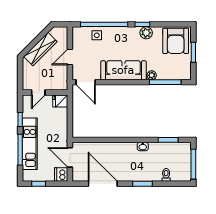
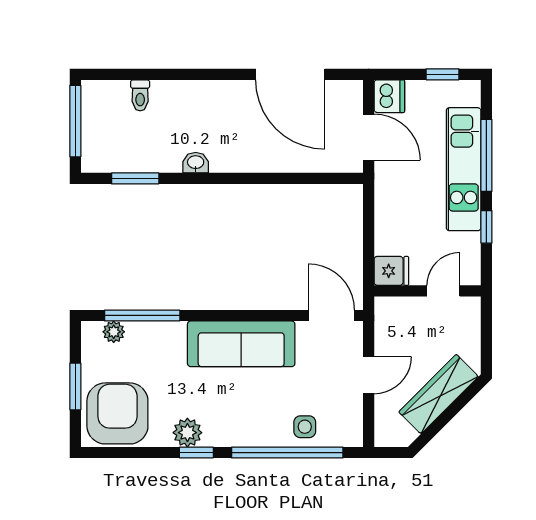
plant: (152, 75) -> (114, 332), moved
window: (142, 184) -> (196, 74), removed

